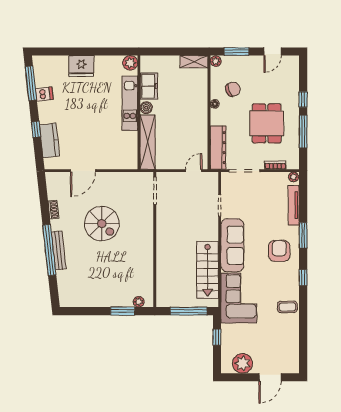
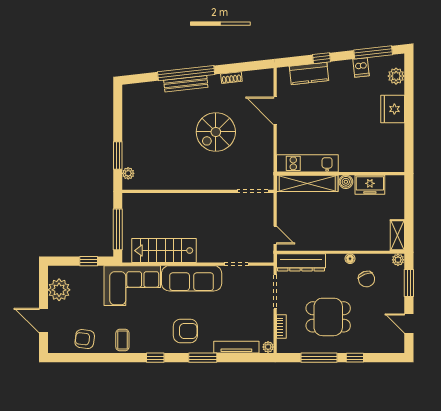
plant: (130, 63) -> (396, 76), moved
kitchen unit: (130, 103) -> (307, 163), moved
armchair: (286, 341) -> (85, 339), added

